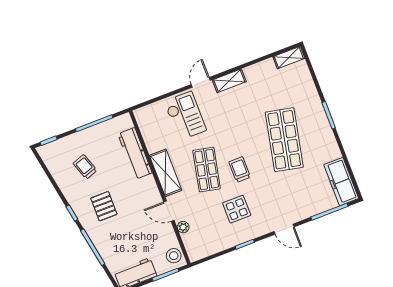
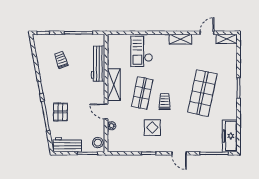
door: (201, 82) -> (207, 33), moved
checkout: (185, 116) -> (142, 51), turned 180
pallet: (104, 206) -> (60, 112), moved

